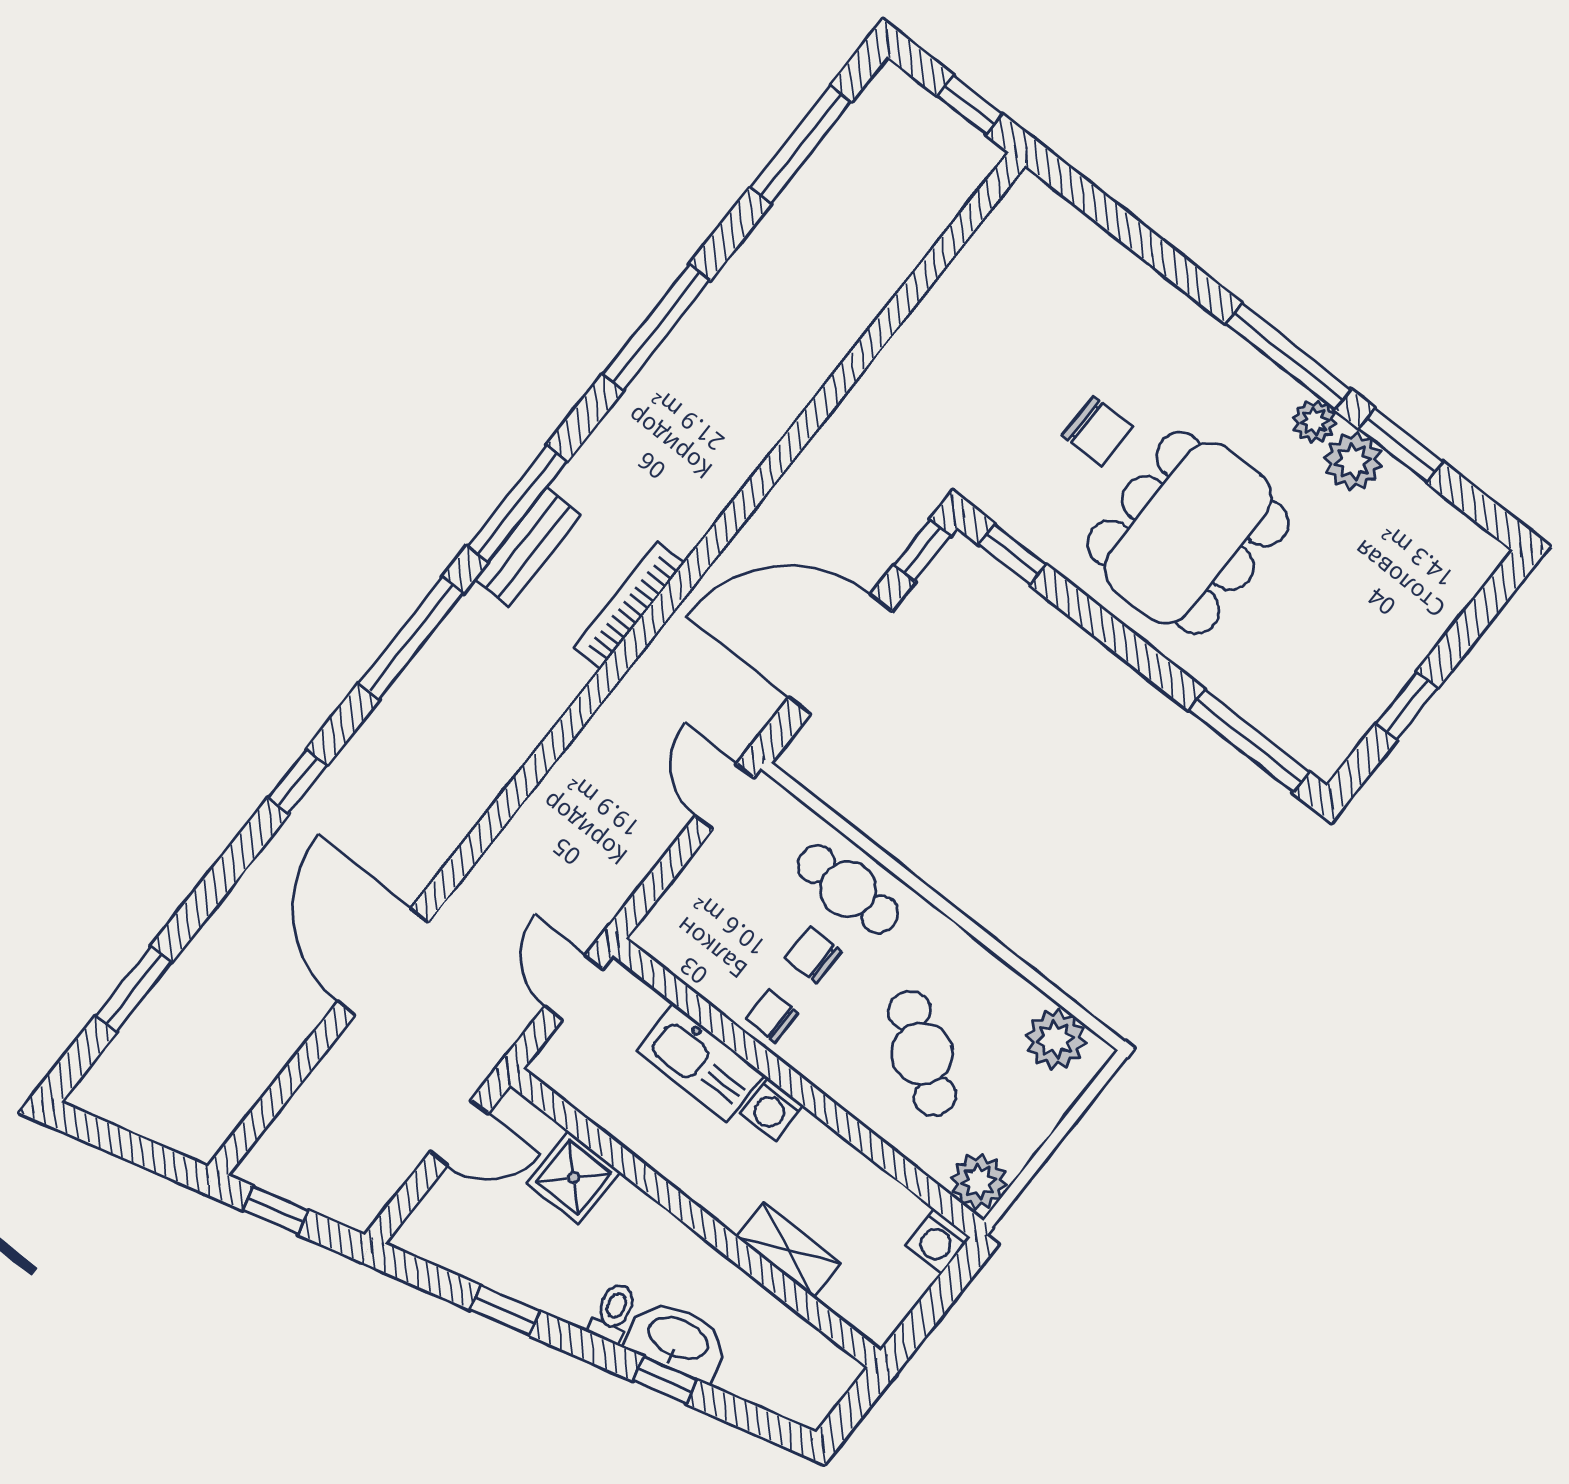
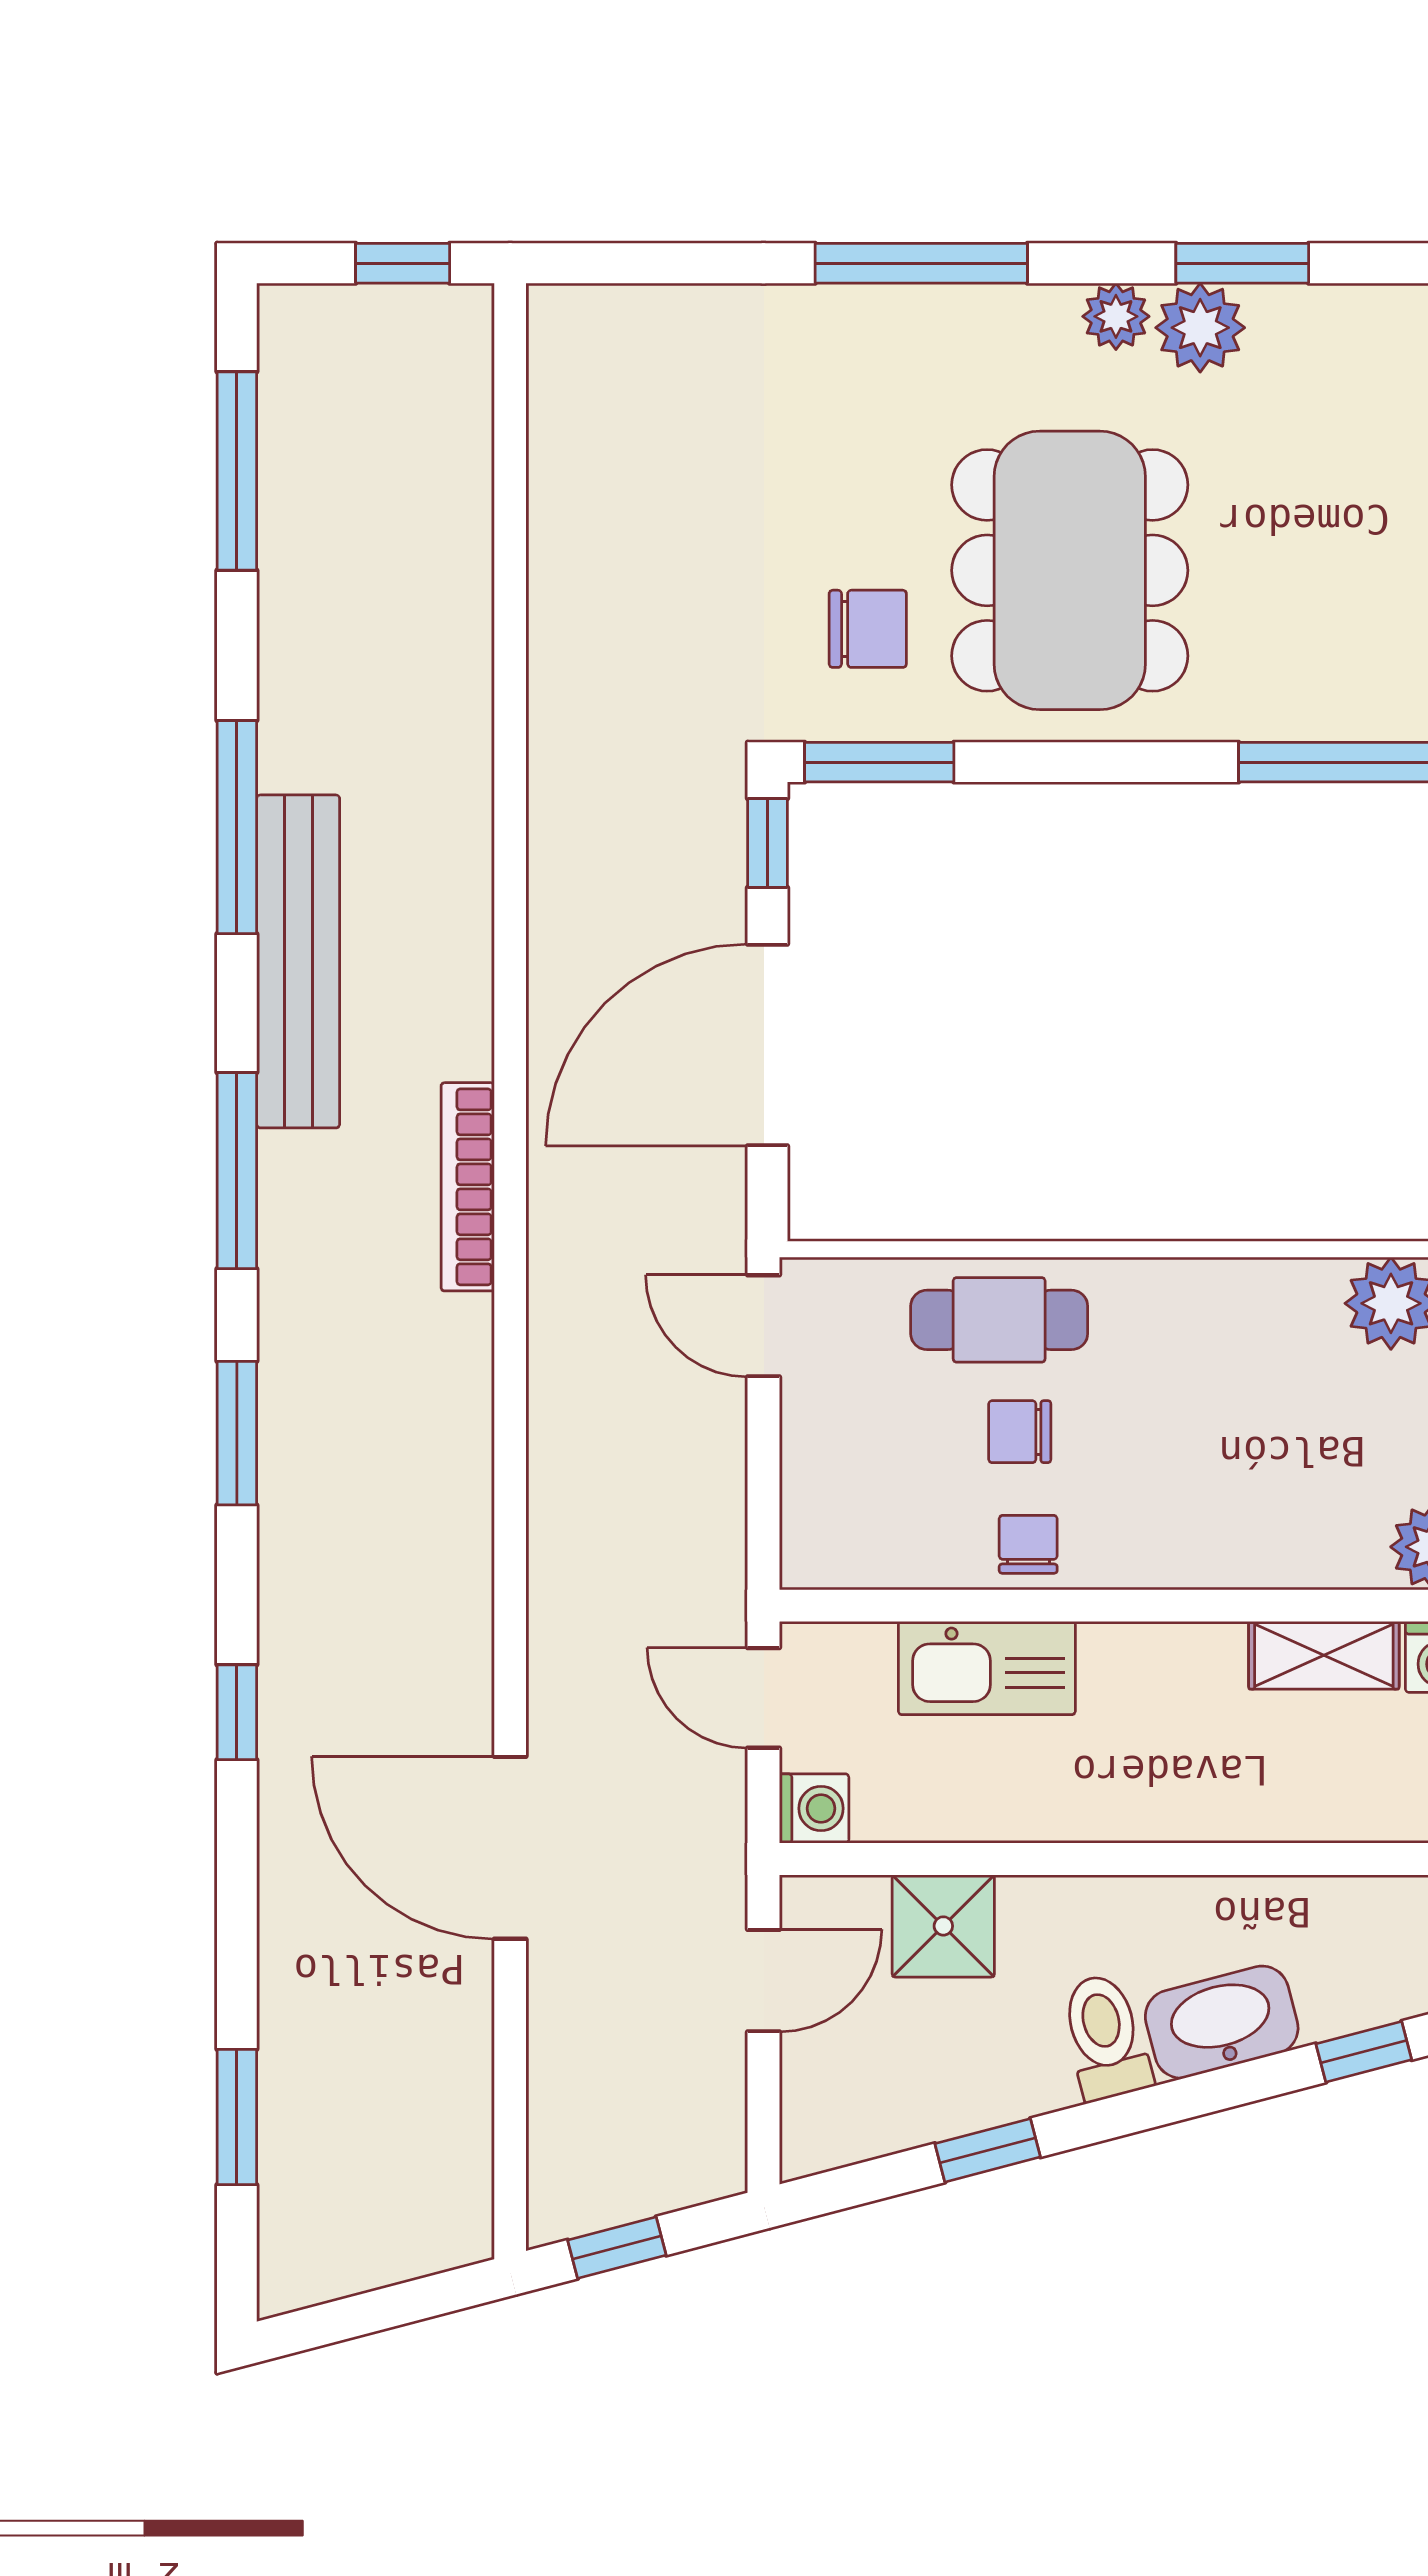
window: (1288, 356) -> (921, 263), moved
chair: (1097, 431) -> (868, 629), moved
bench: (528, 547) -> (298, 961), moved, width x1.86, depth x1.21
window: (1012, 554) -> (879, 762), width x1.50
window: (411, 638) -> (237, 1433), width x0.69
chair: (772, 1016) -> (1028, 1544), turned 90
cafe table: (922, 1053) -> (1244, 1447), removed
washing machine: (772, 1109) -> (814, 1808), moved, turned -90
shelving: (788, 1250) -> (1324, 1655), moved
toilet: (613, 1313) -> (1105, 2037), width x1.37, depth x1.39
window: (665, 1380) -> (1364, 2052), moved

